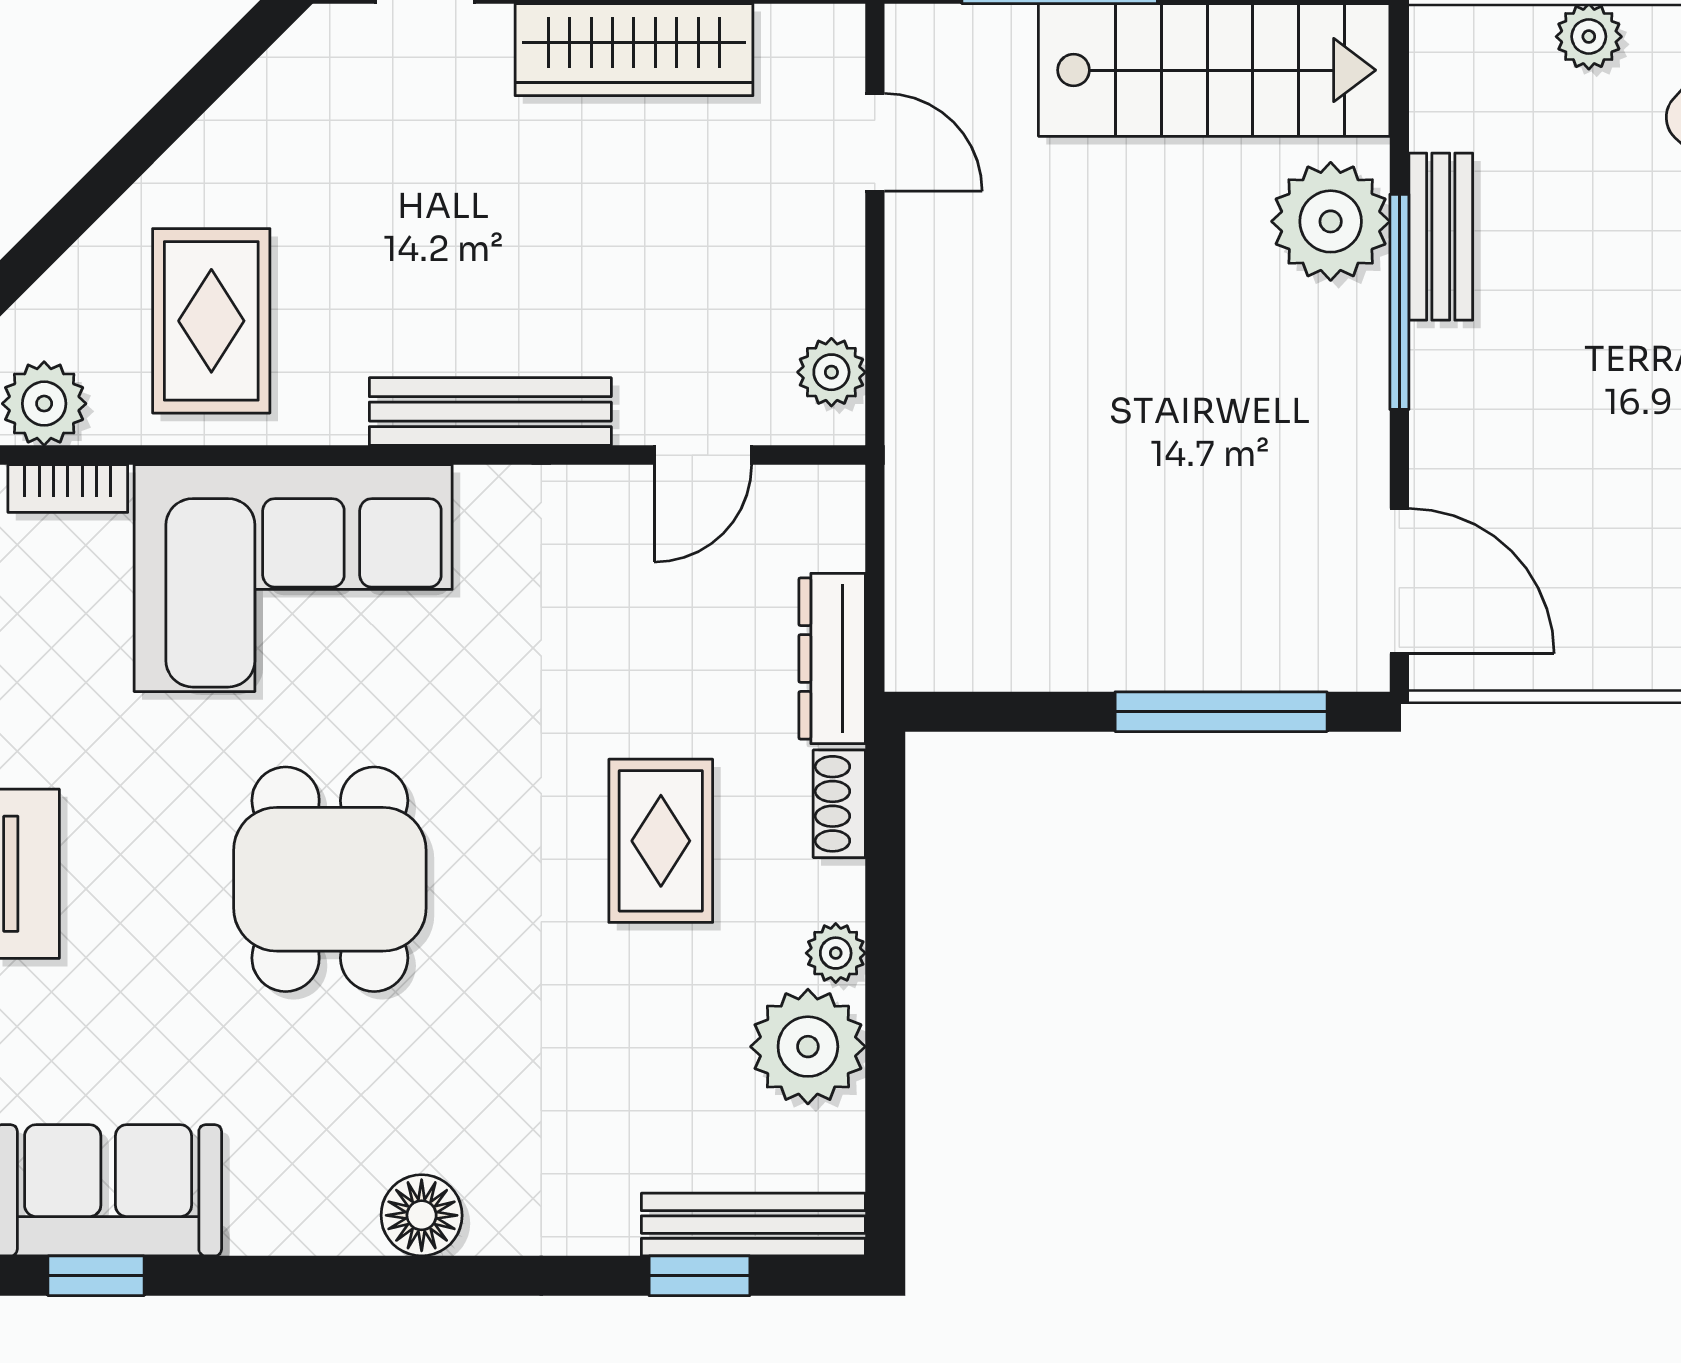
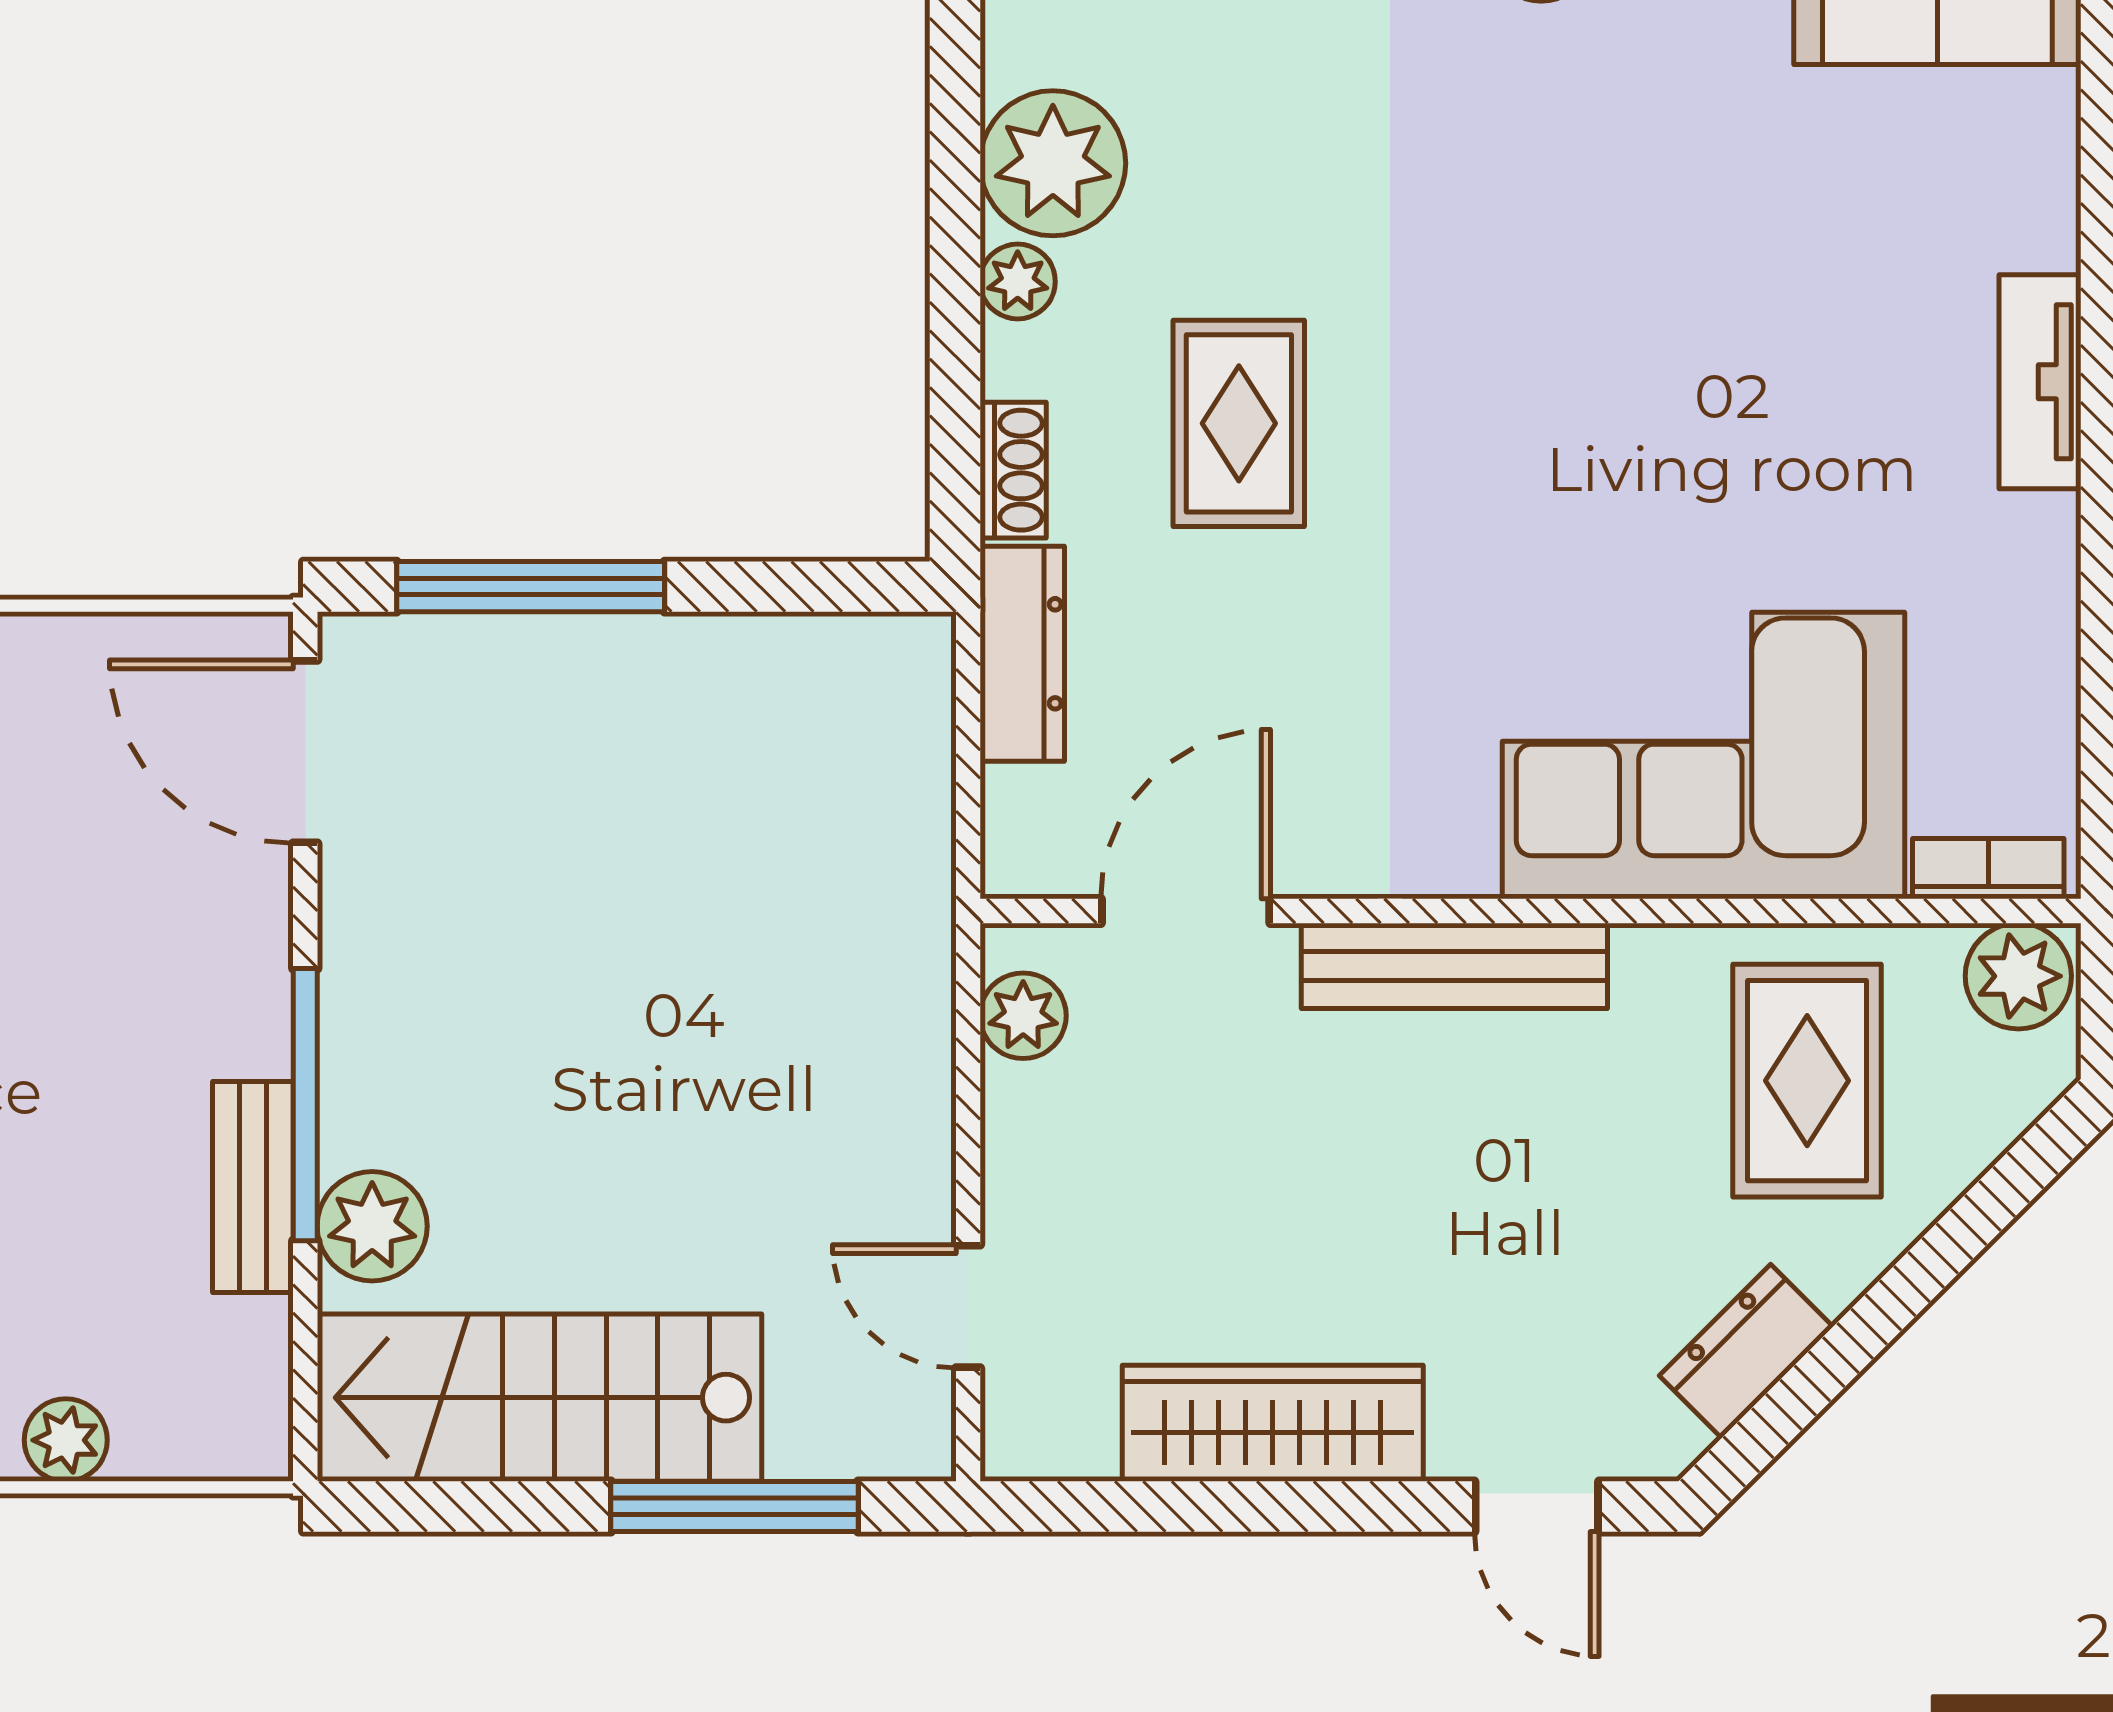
dresser: (259, 107) -> (1746, 1351), added
plant: (1331, 221) -> (372, 1226), width x0.73, depth x0.73
door: (703, 455) -> (1186, 911), width x1.38
dining table: (330, 879) -> (1657, 375), removed

